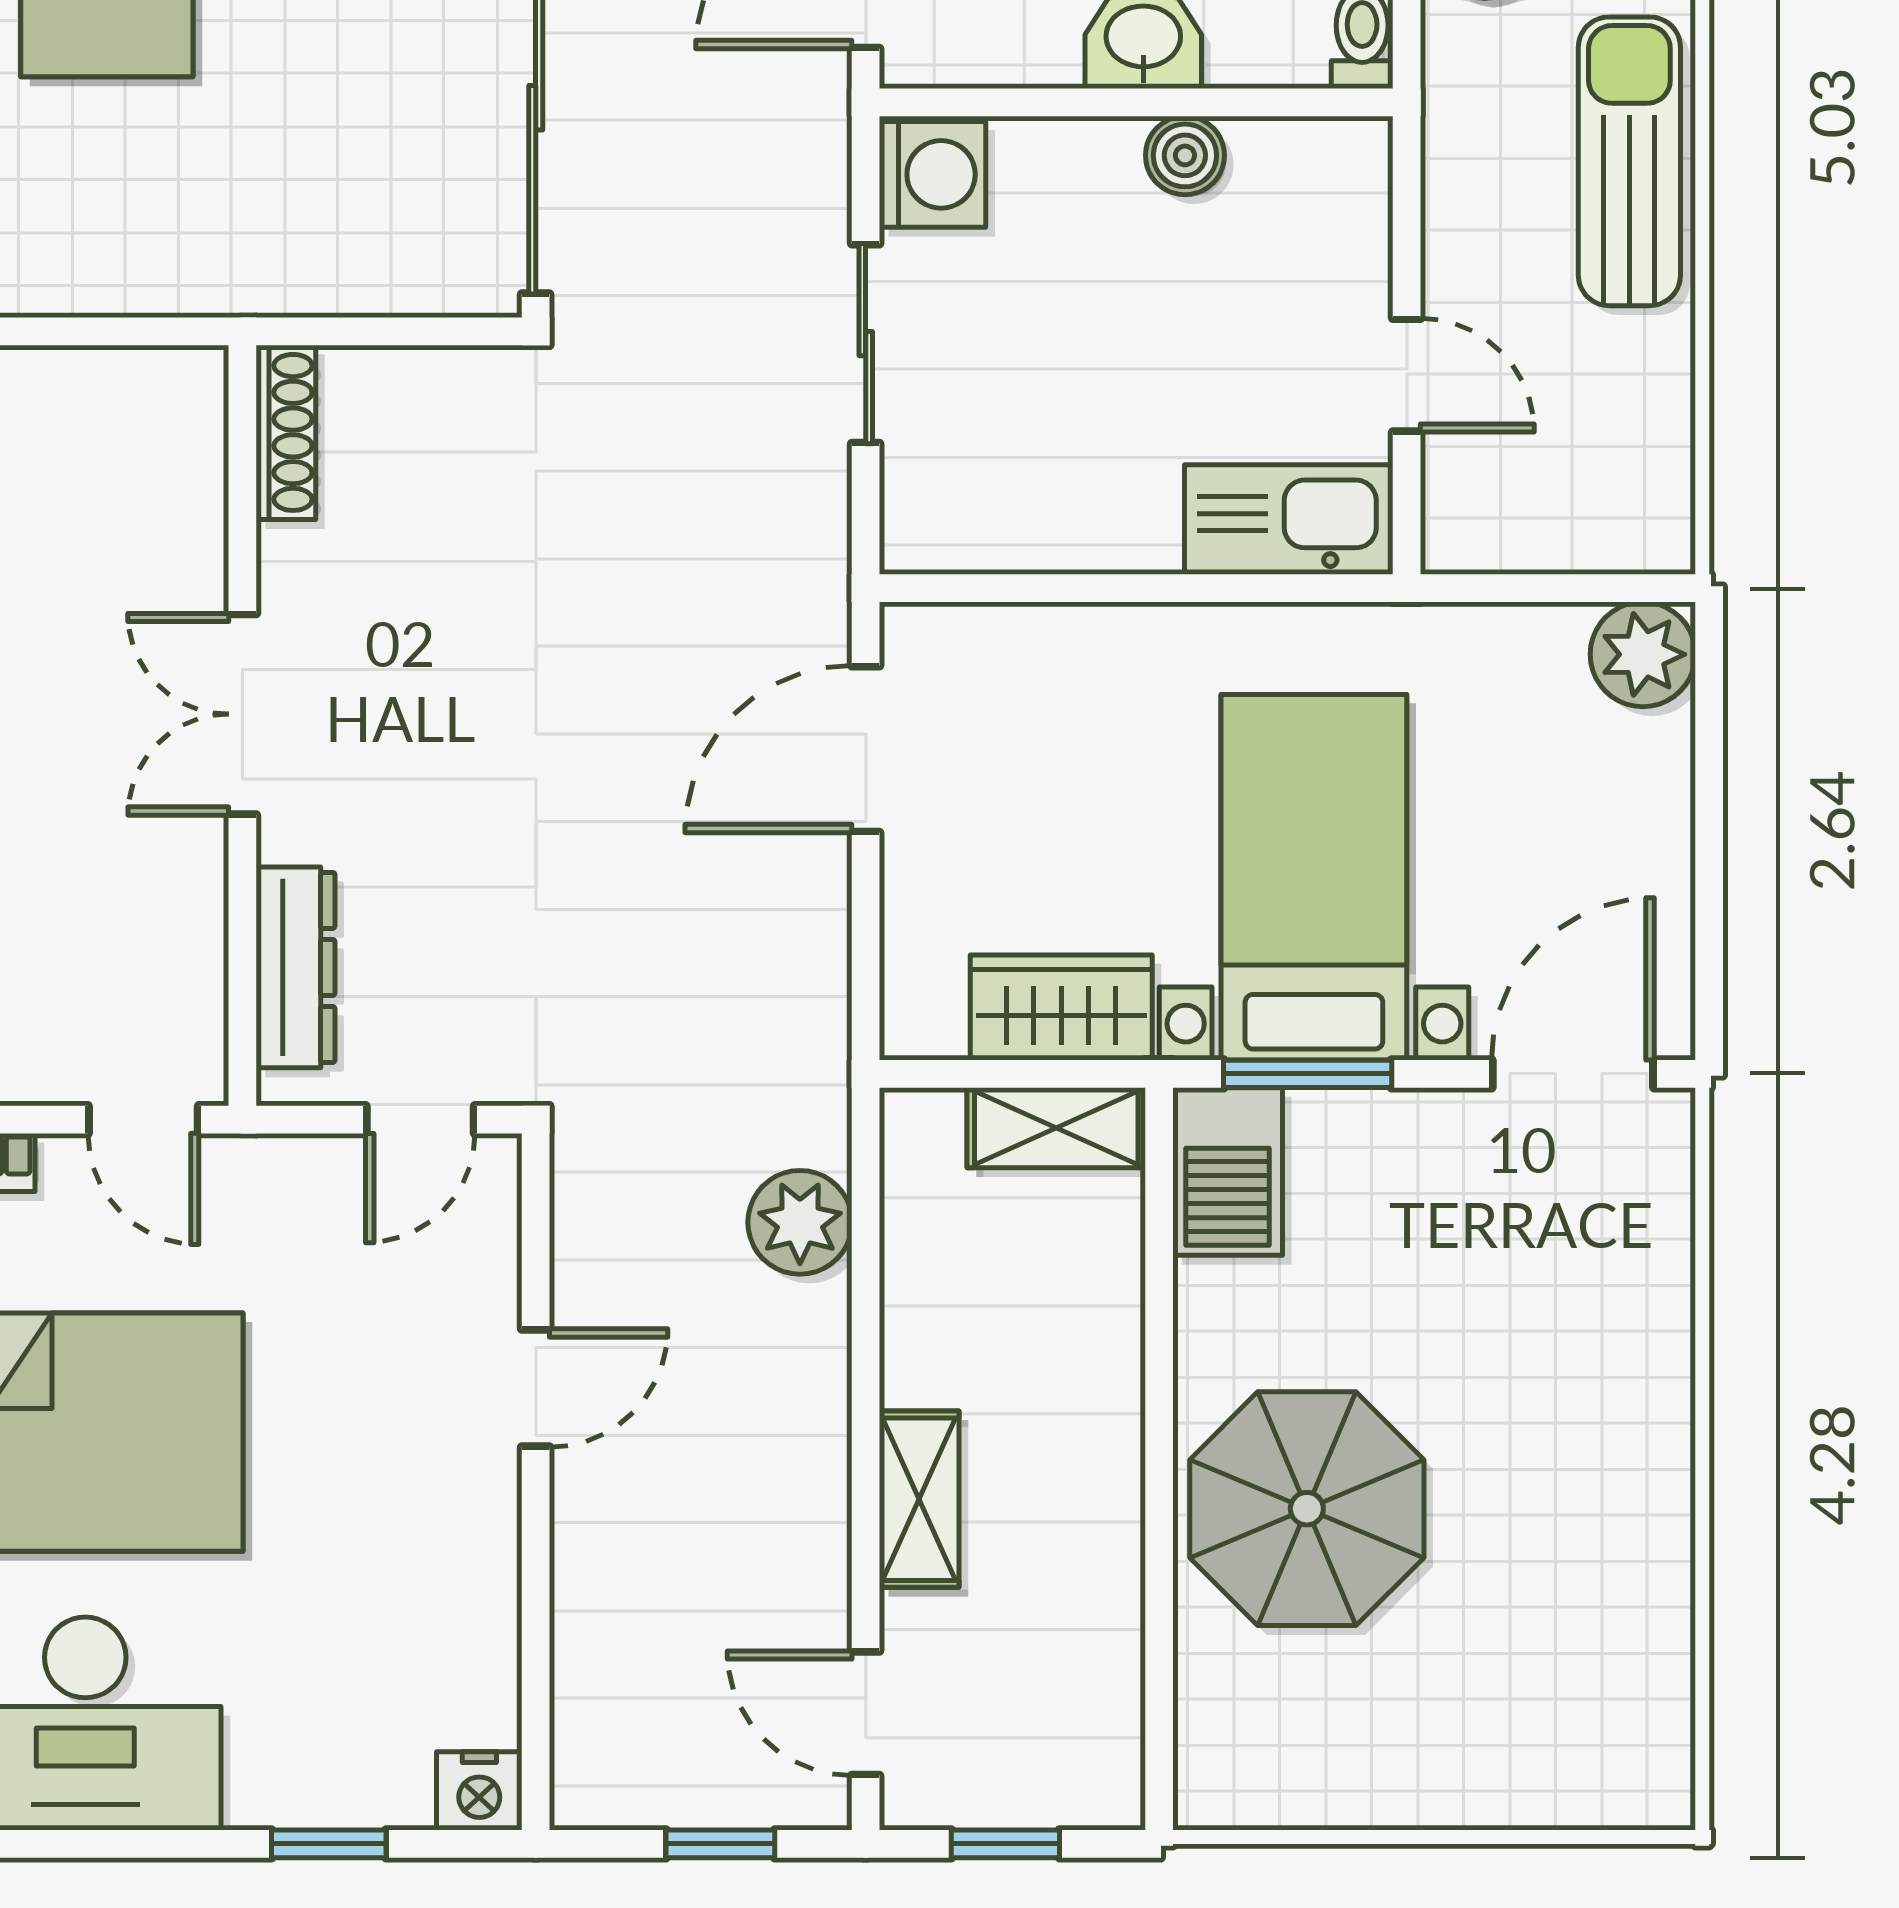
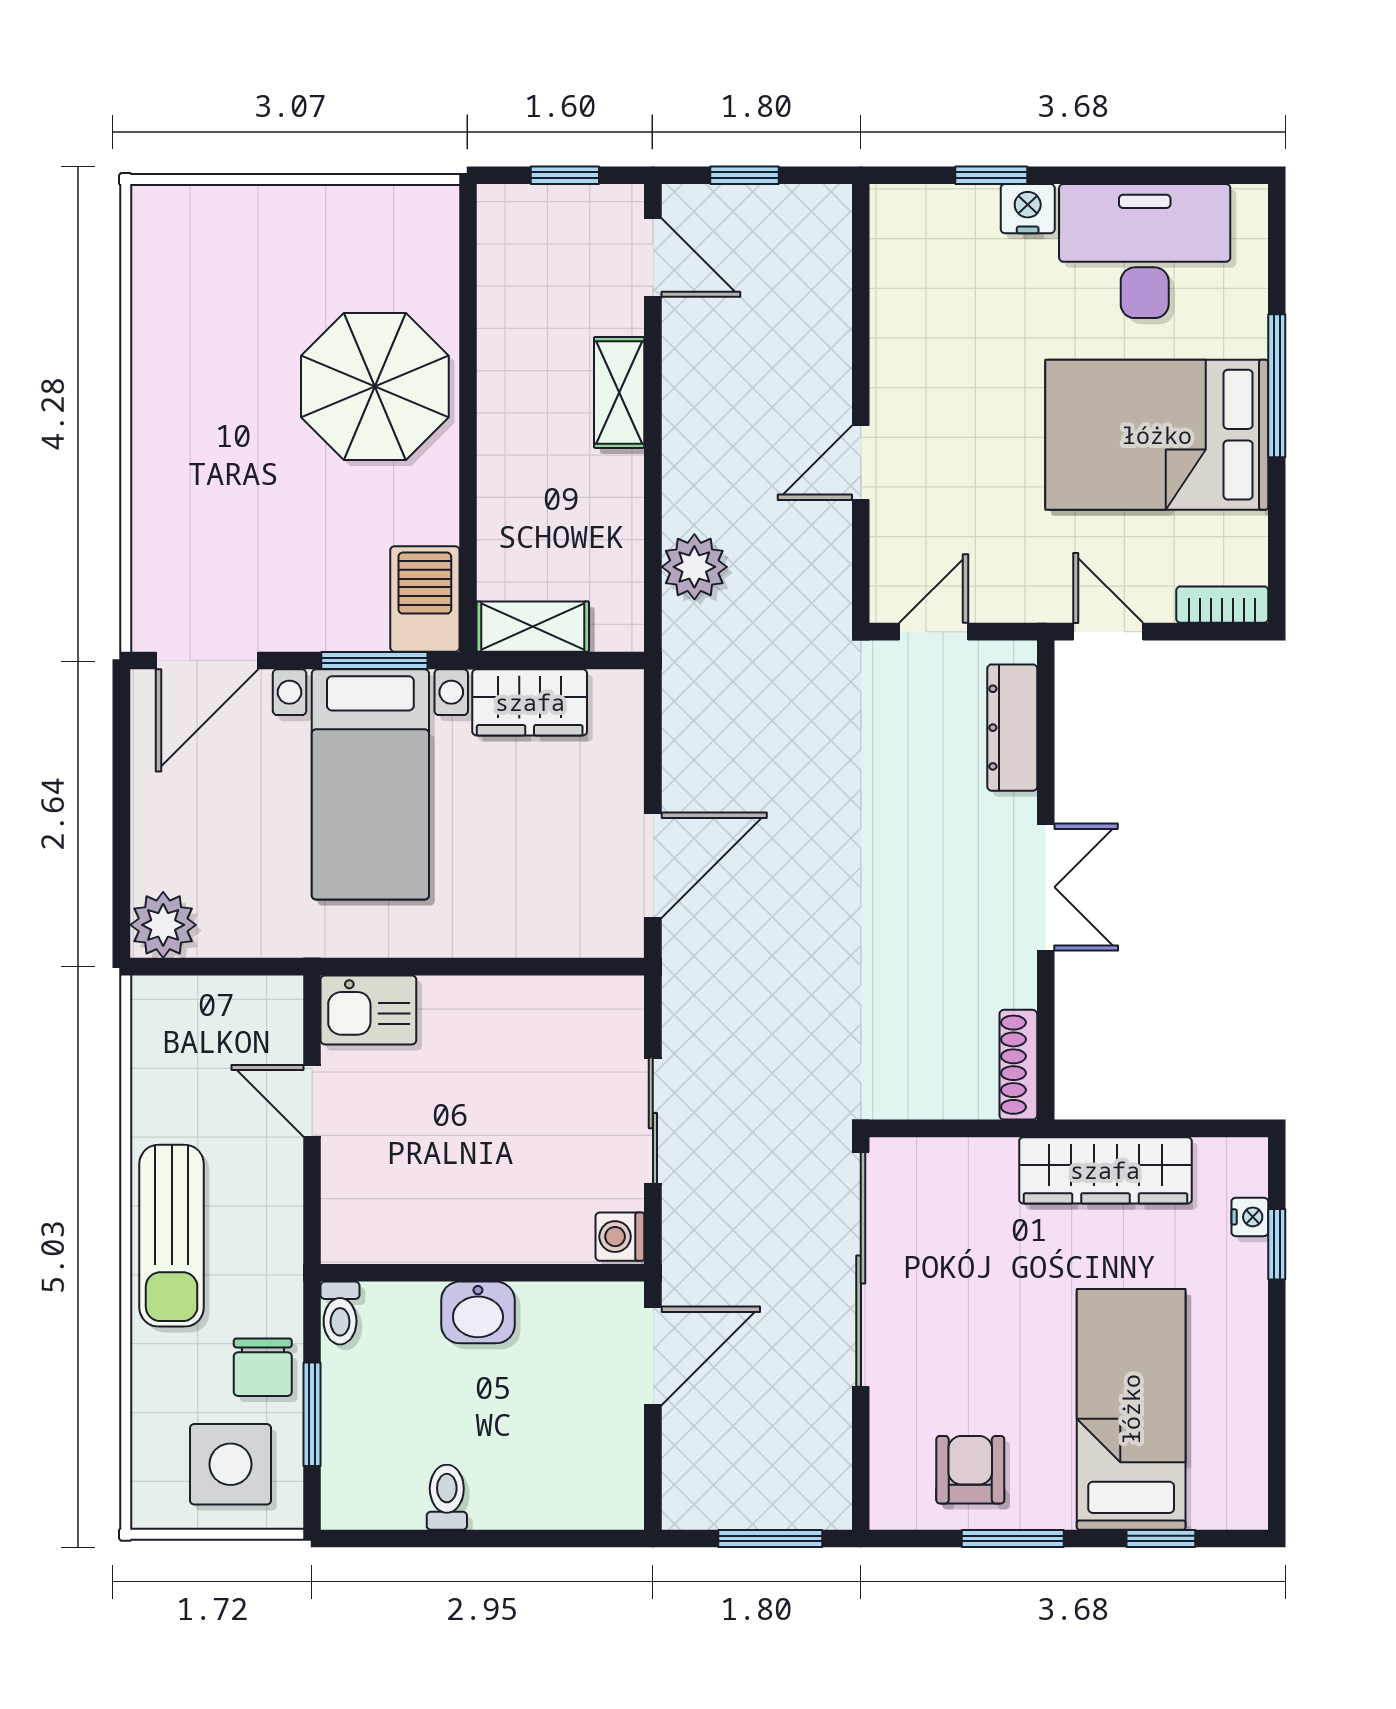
boiler: (1185, 155) -> (452, 1239), removed
washing machine: (933, 174) -> (620, 1237), width x0.73, depth x0.73
wardrobe: (148, 265) -> (1105, 1170), added
kitchen sink: (1289, 519) -> (368, 1010), width x0.73
nightstand: (479, 1791) -> (1028, 209), moved

